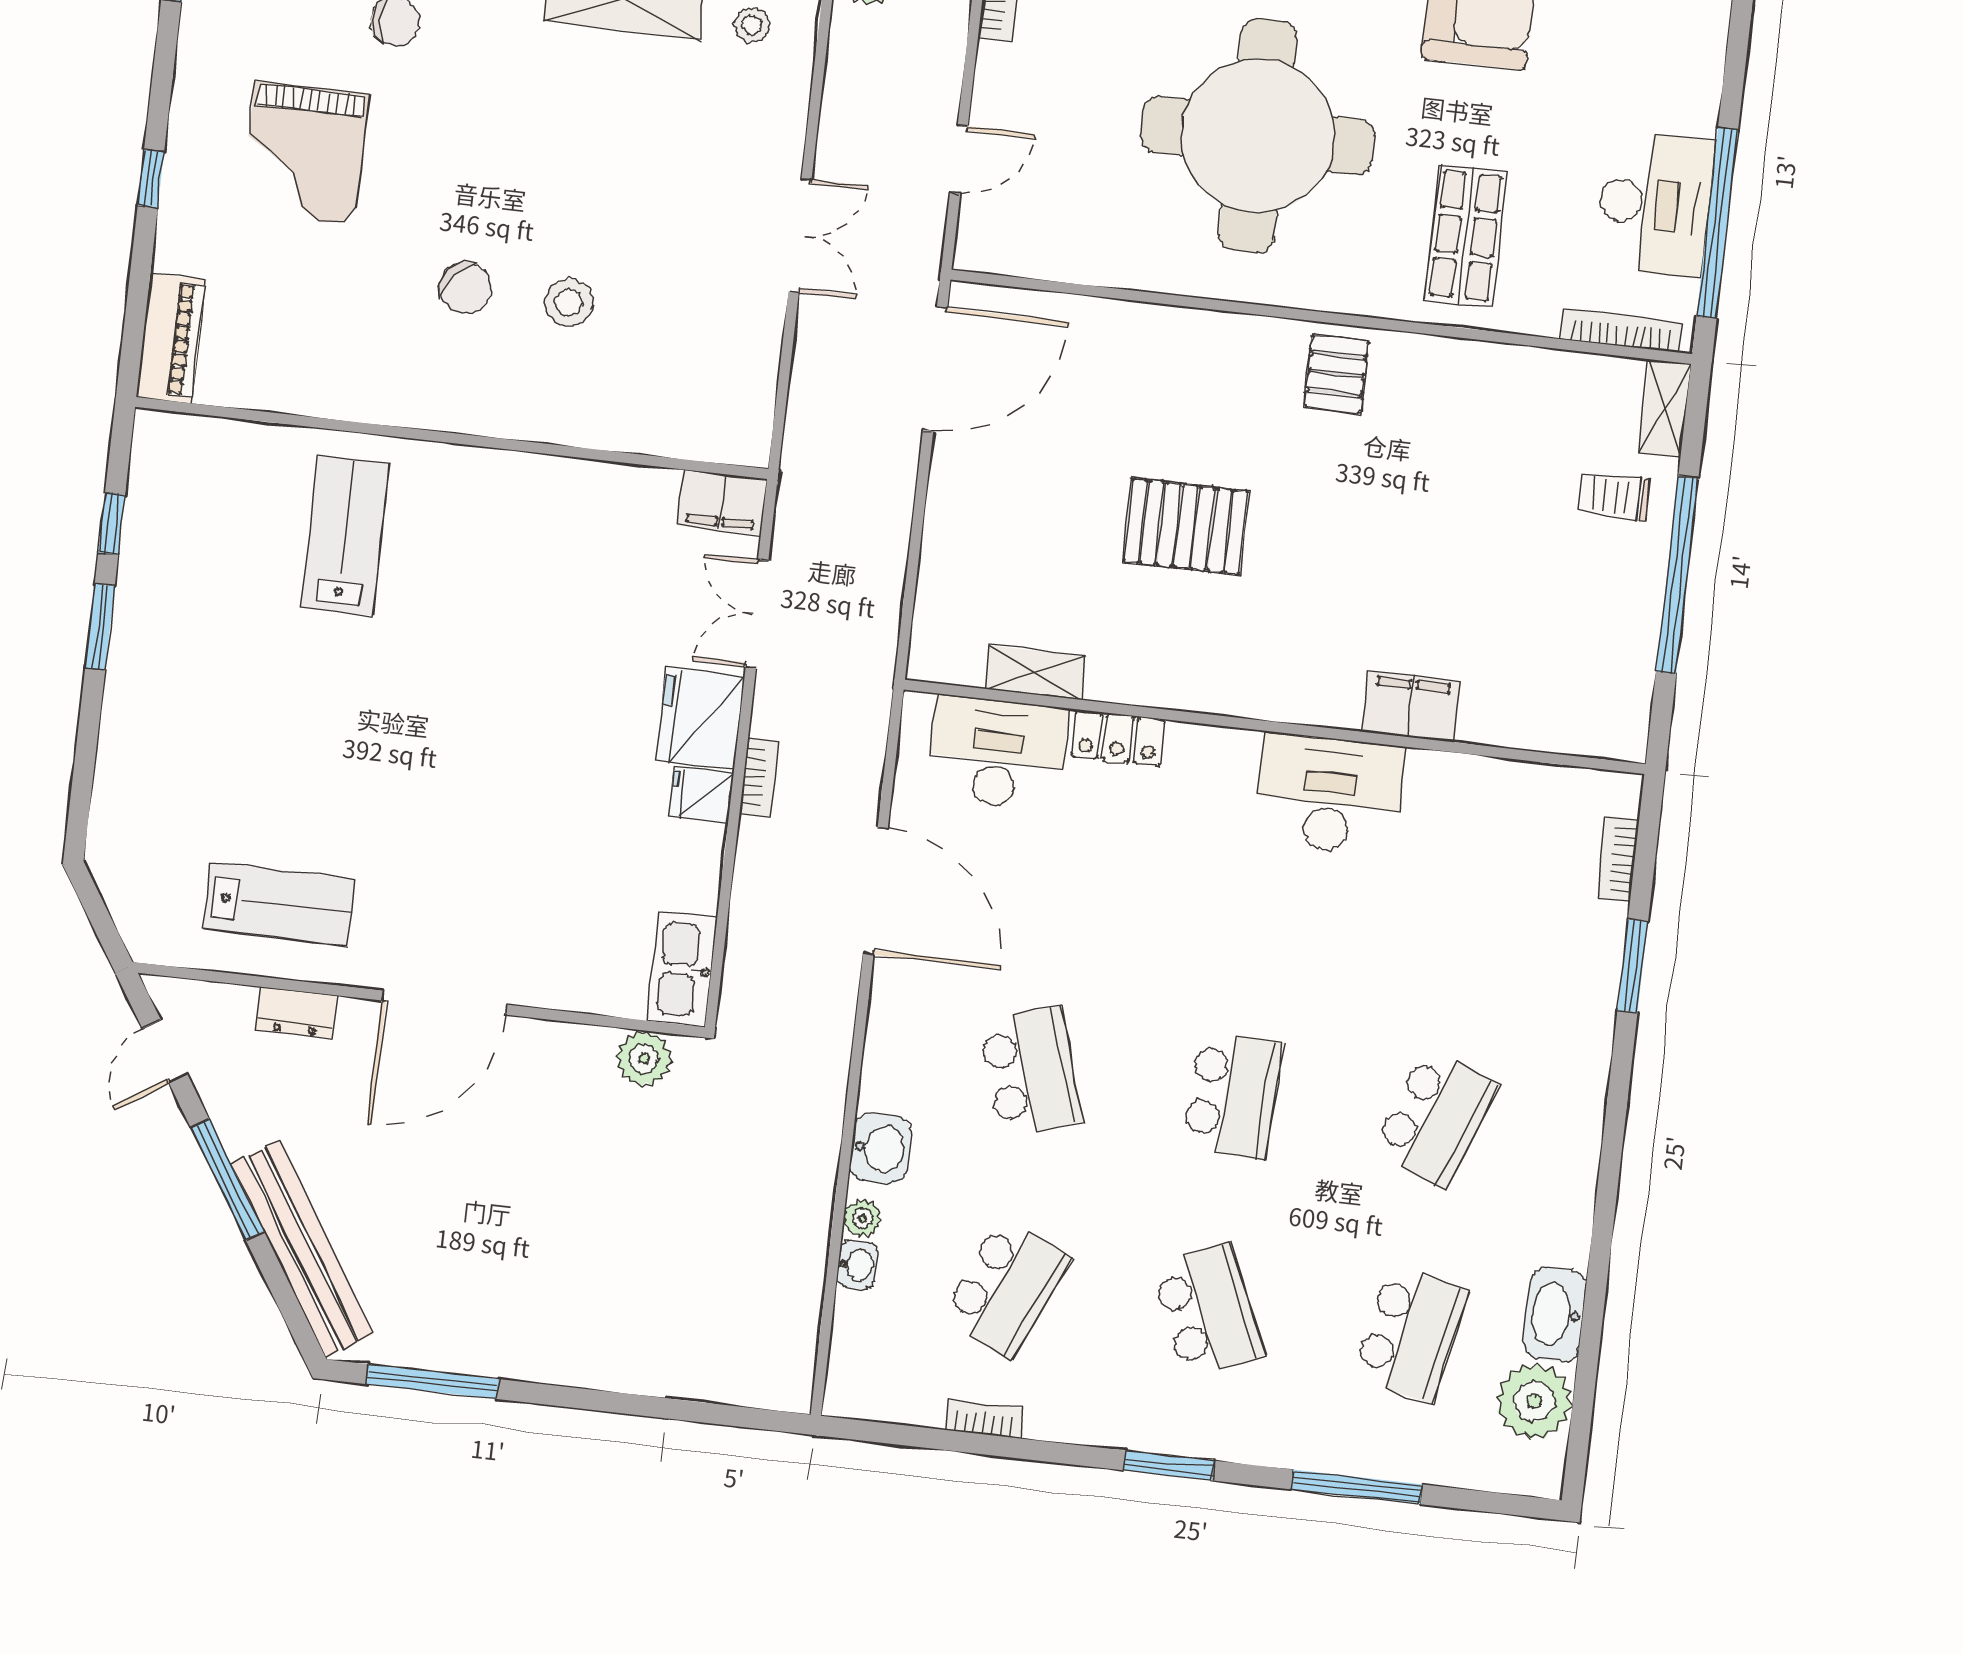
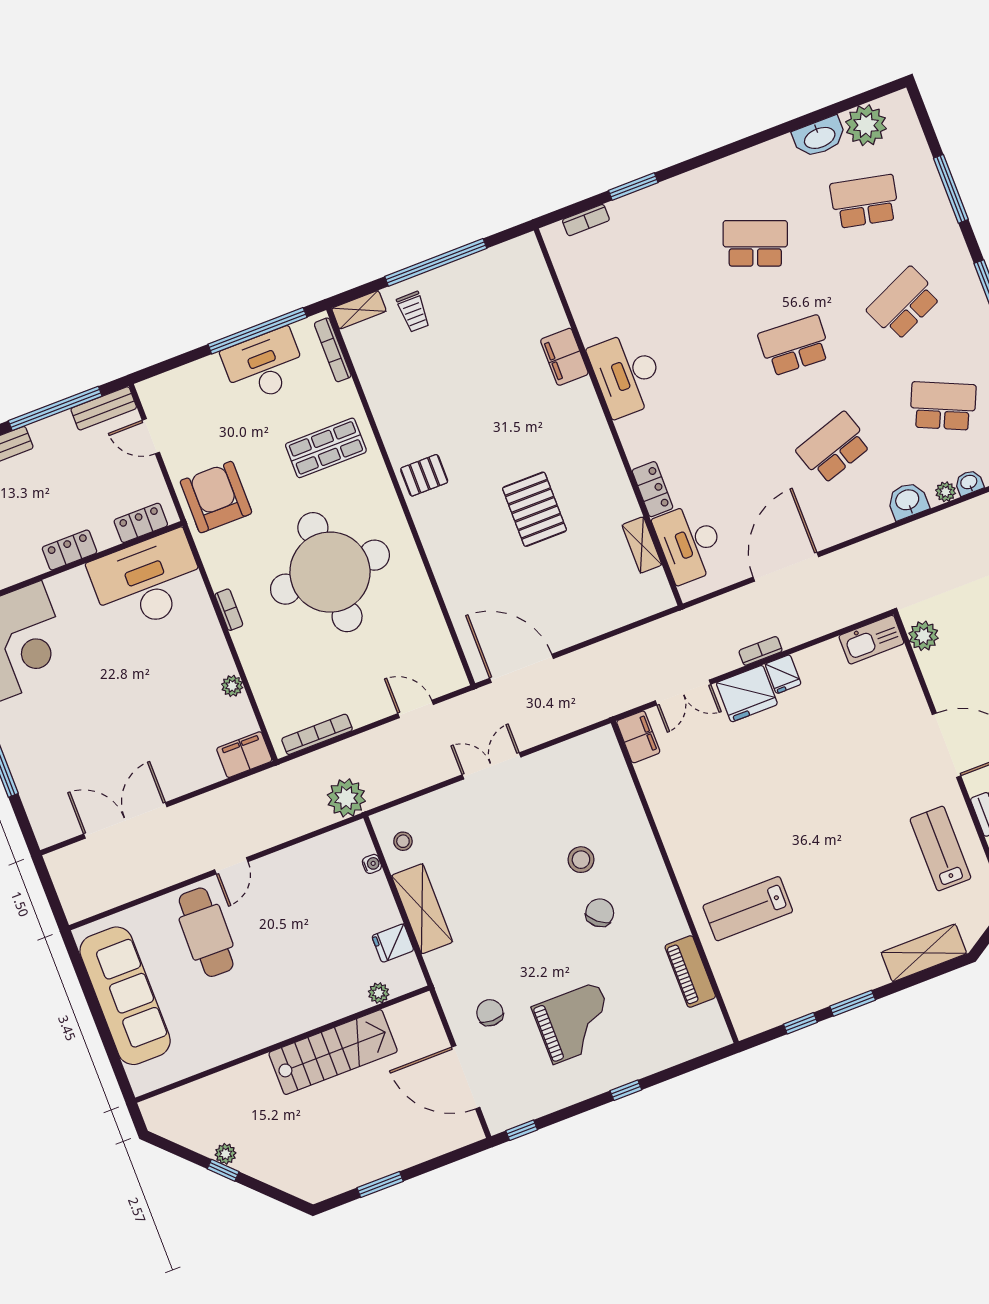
piano: (171, 338) -> (690, 971), moved, turned -90
shelving: (122, 787) -> (924, 953), added

